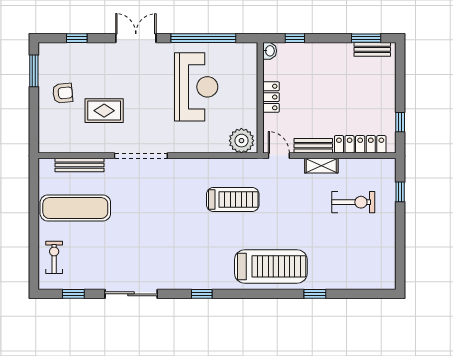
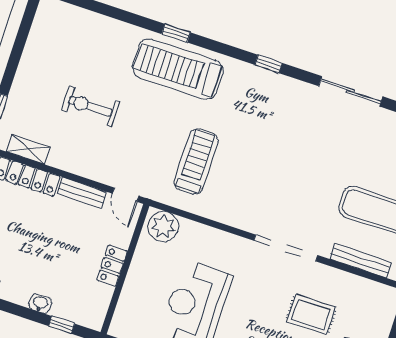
washbasin: (270, 51) -> (40, 303), moved, turned 90
shelving: (321, 166) -> (28, 149), moved
treadmill: (233, 200) -> (196, 162), turned 90
exercise bike: (353, 202) -> (90, 106), moved
window: (315, 294) -> (176, 33), moved

